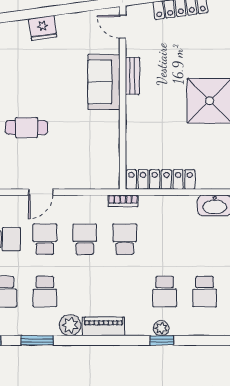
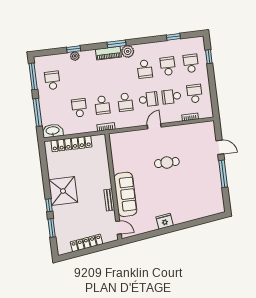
sofa: (104, 82) -> (125, 194), width x1.36
locker: (161, 179) -> (71, 144), moved
school desk: (45, 239) -> (148, 99), turned -90
school desk: (45, 292) -> (145, 69), turned 180
school desk: (165, 292) -> (79, 108), moved
window: (37, 340) -> (117, 44), moved

